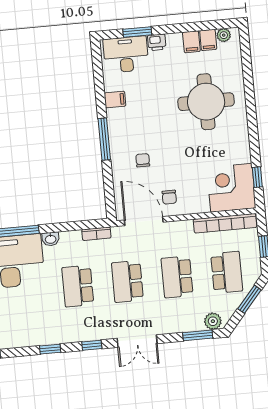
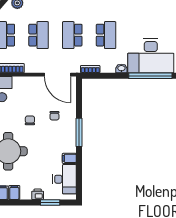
desk: (126, 54) -> (65, 179), moved, turned -90
chair: (169, 197) -> (30, 120), moved
school desk: (127, 281) -> (72, 35), turned 180

